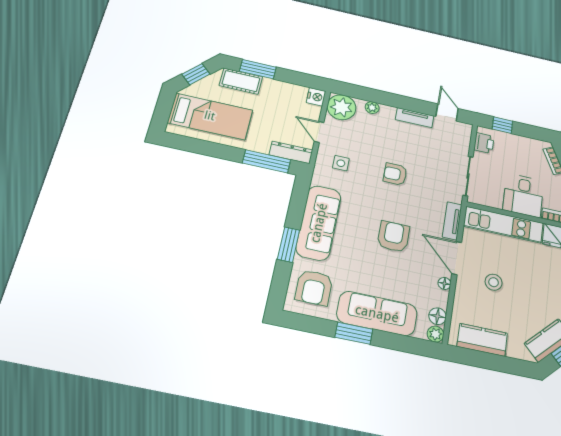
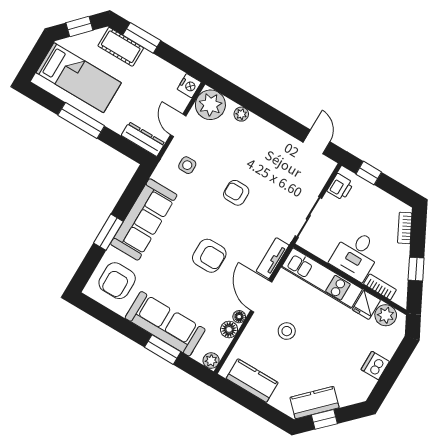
tv unit: (415, 118) -> (280, 138), removed
window: (267, 161) -> (81, 121), moved
armchair: (393, 237) -> (209, 256), turned 90
floor lamp: (438, 316) -> (229, 329), moved
window: (354, 333) -> (163, 350), moved

